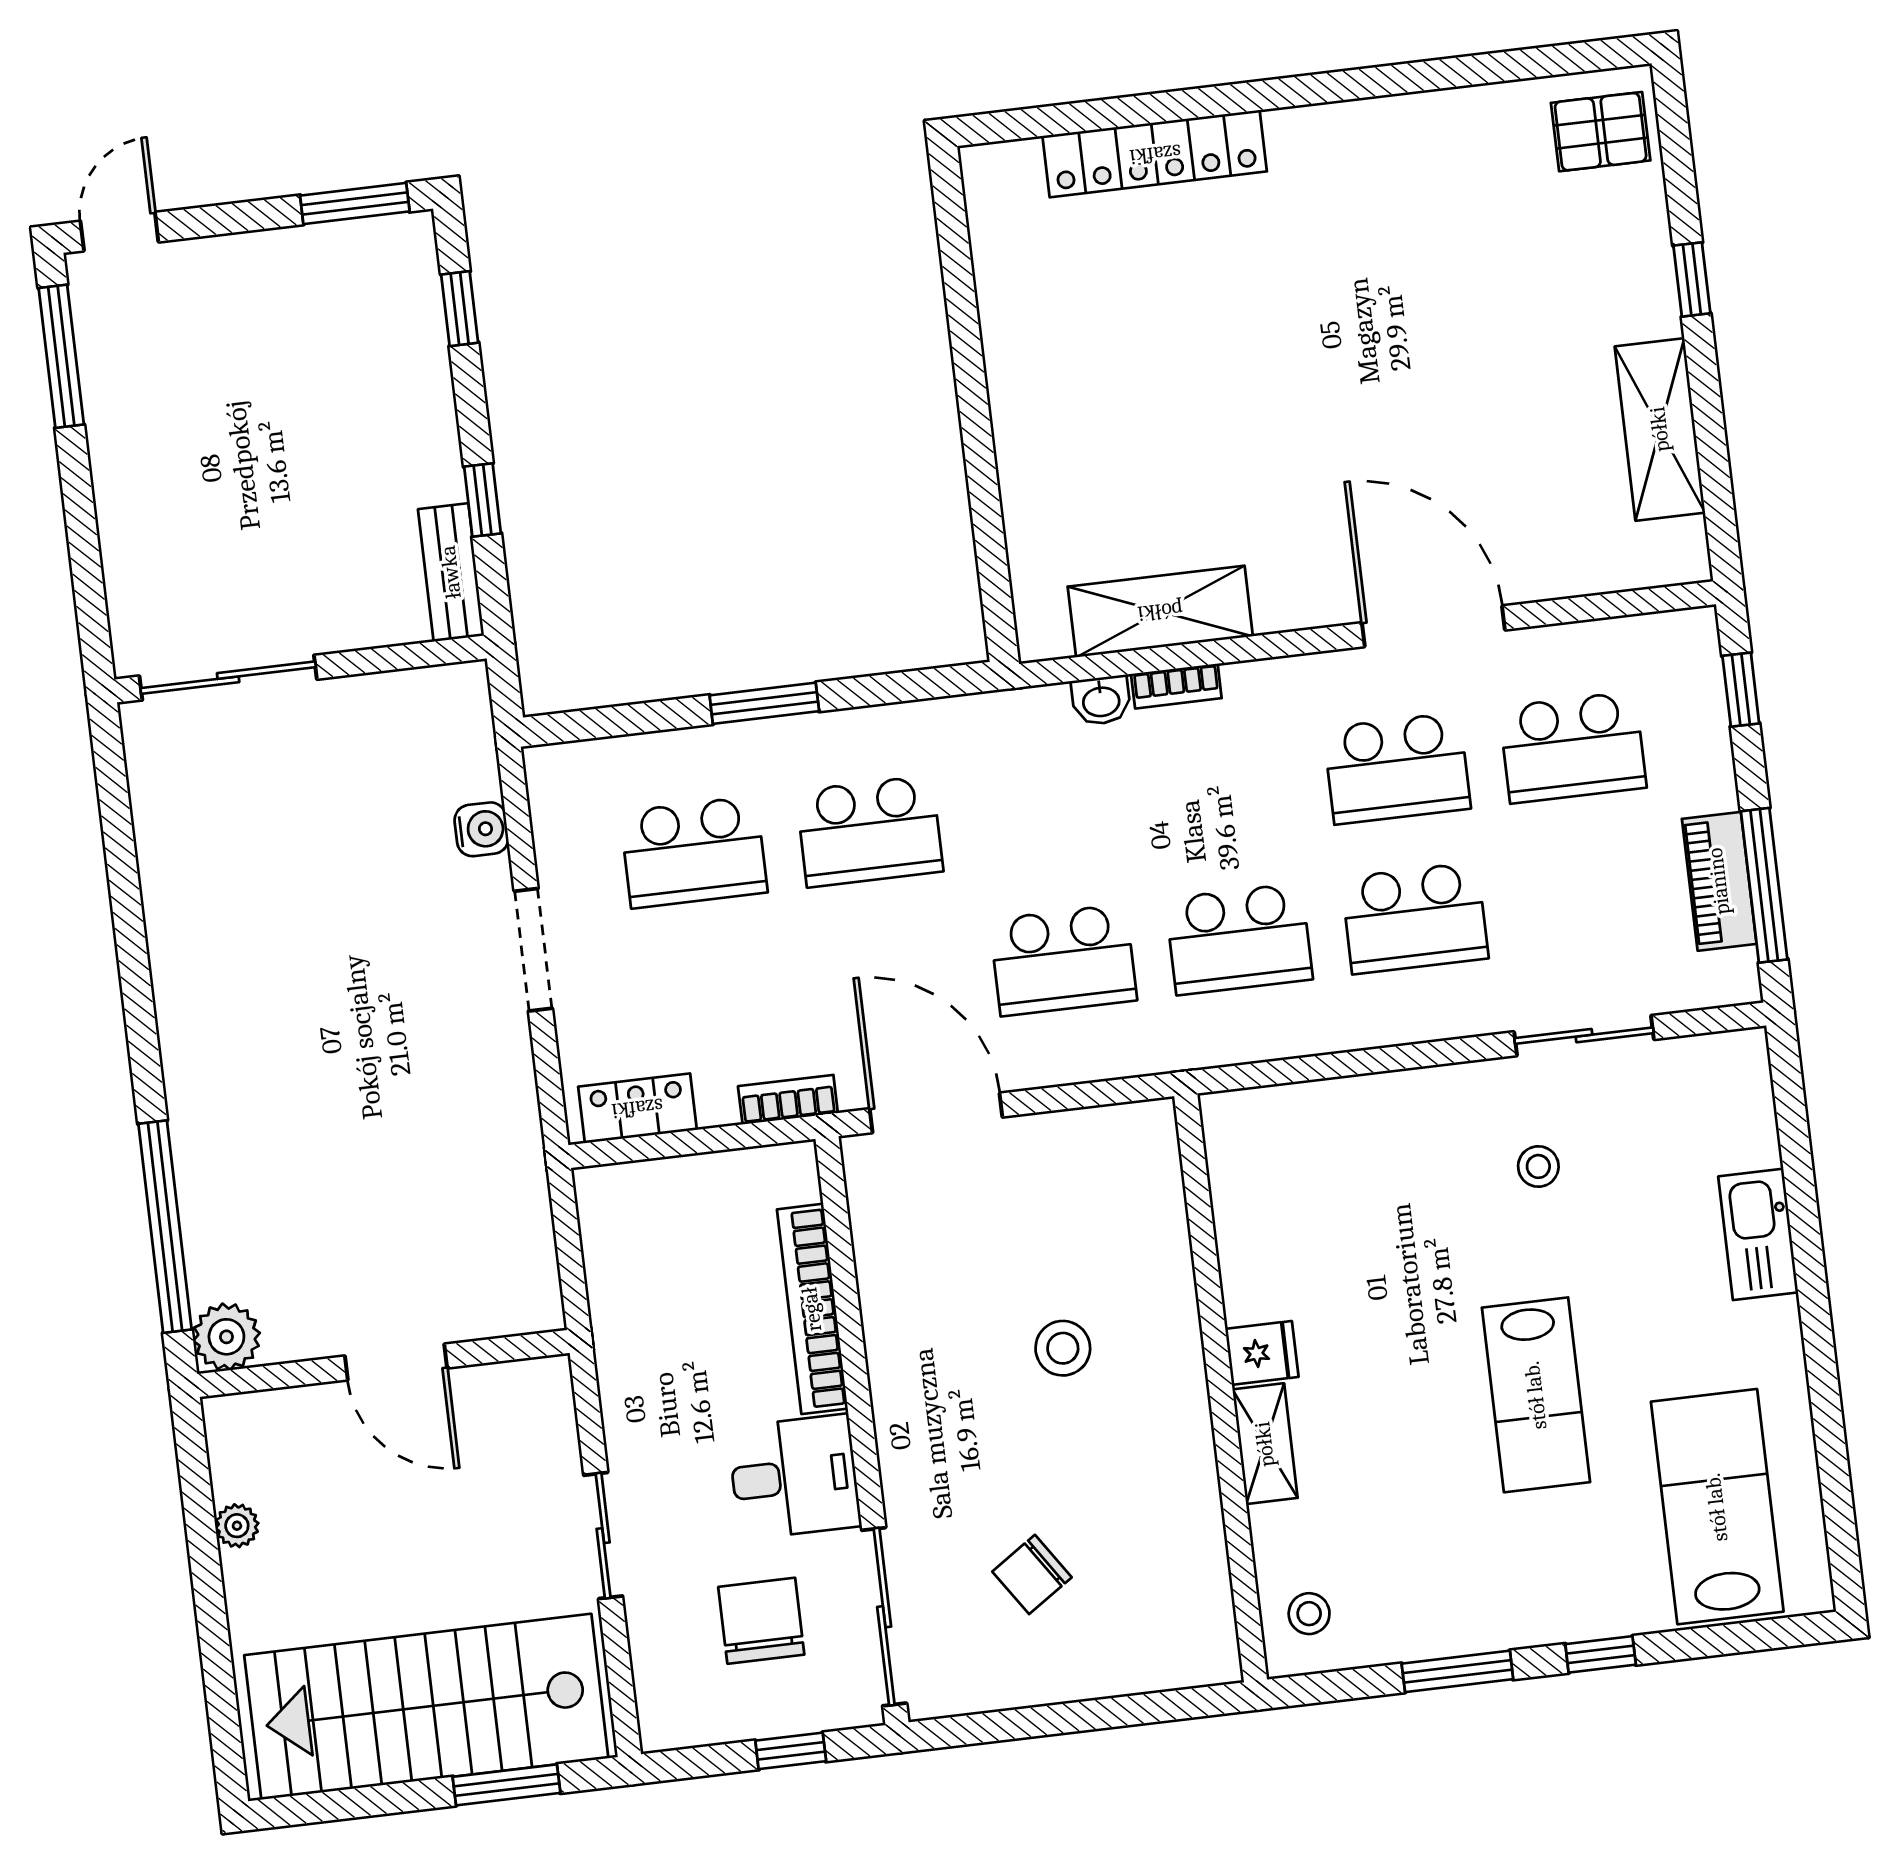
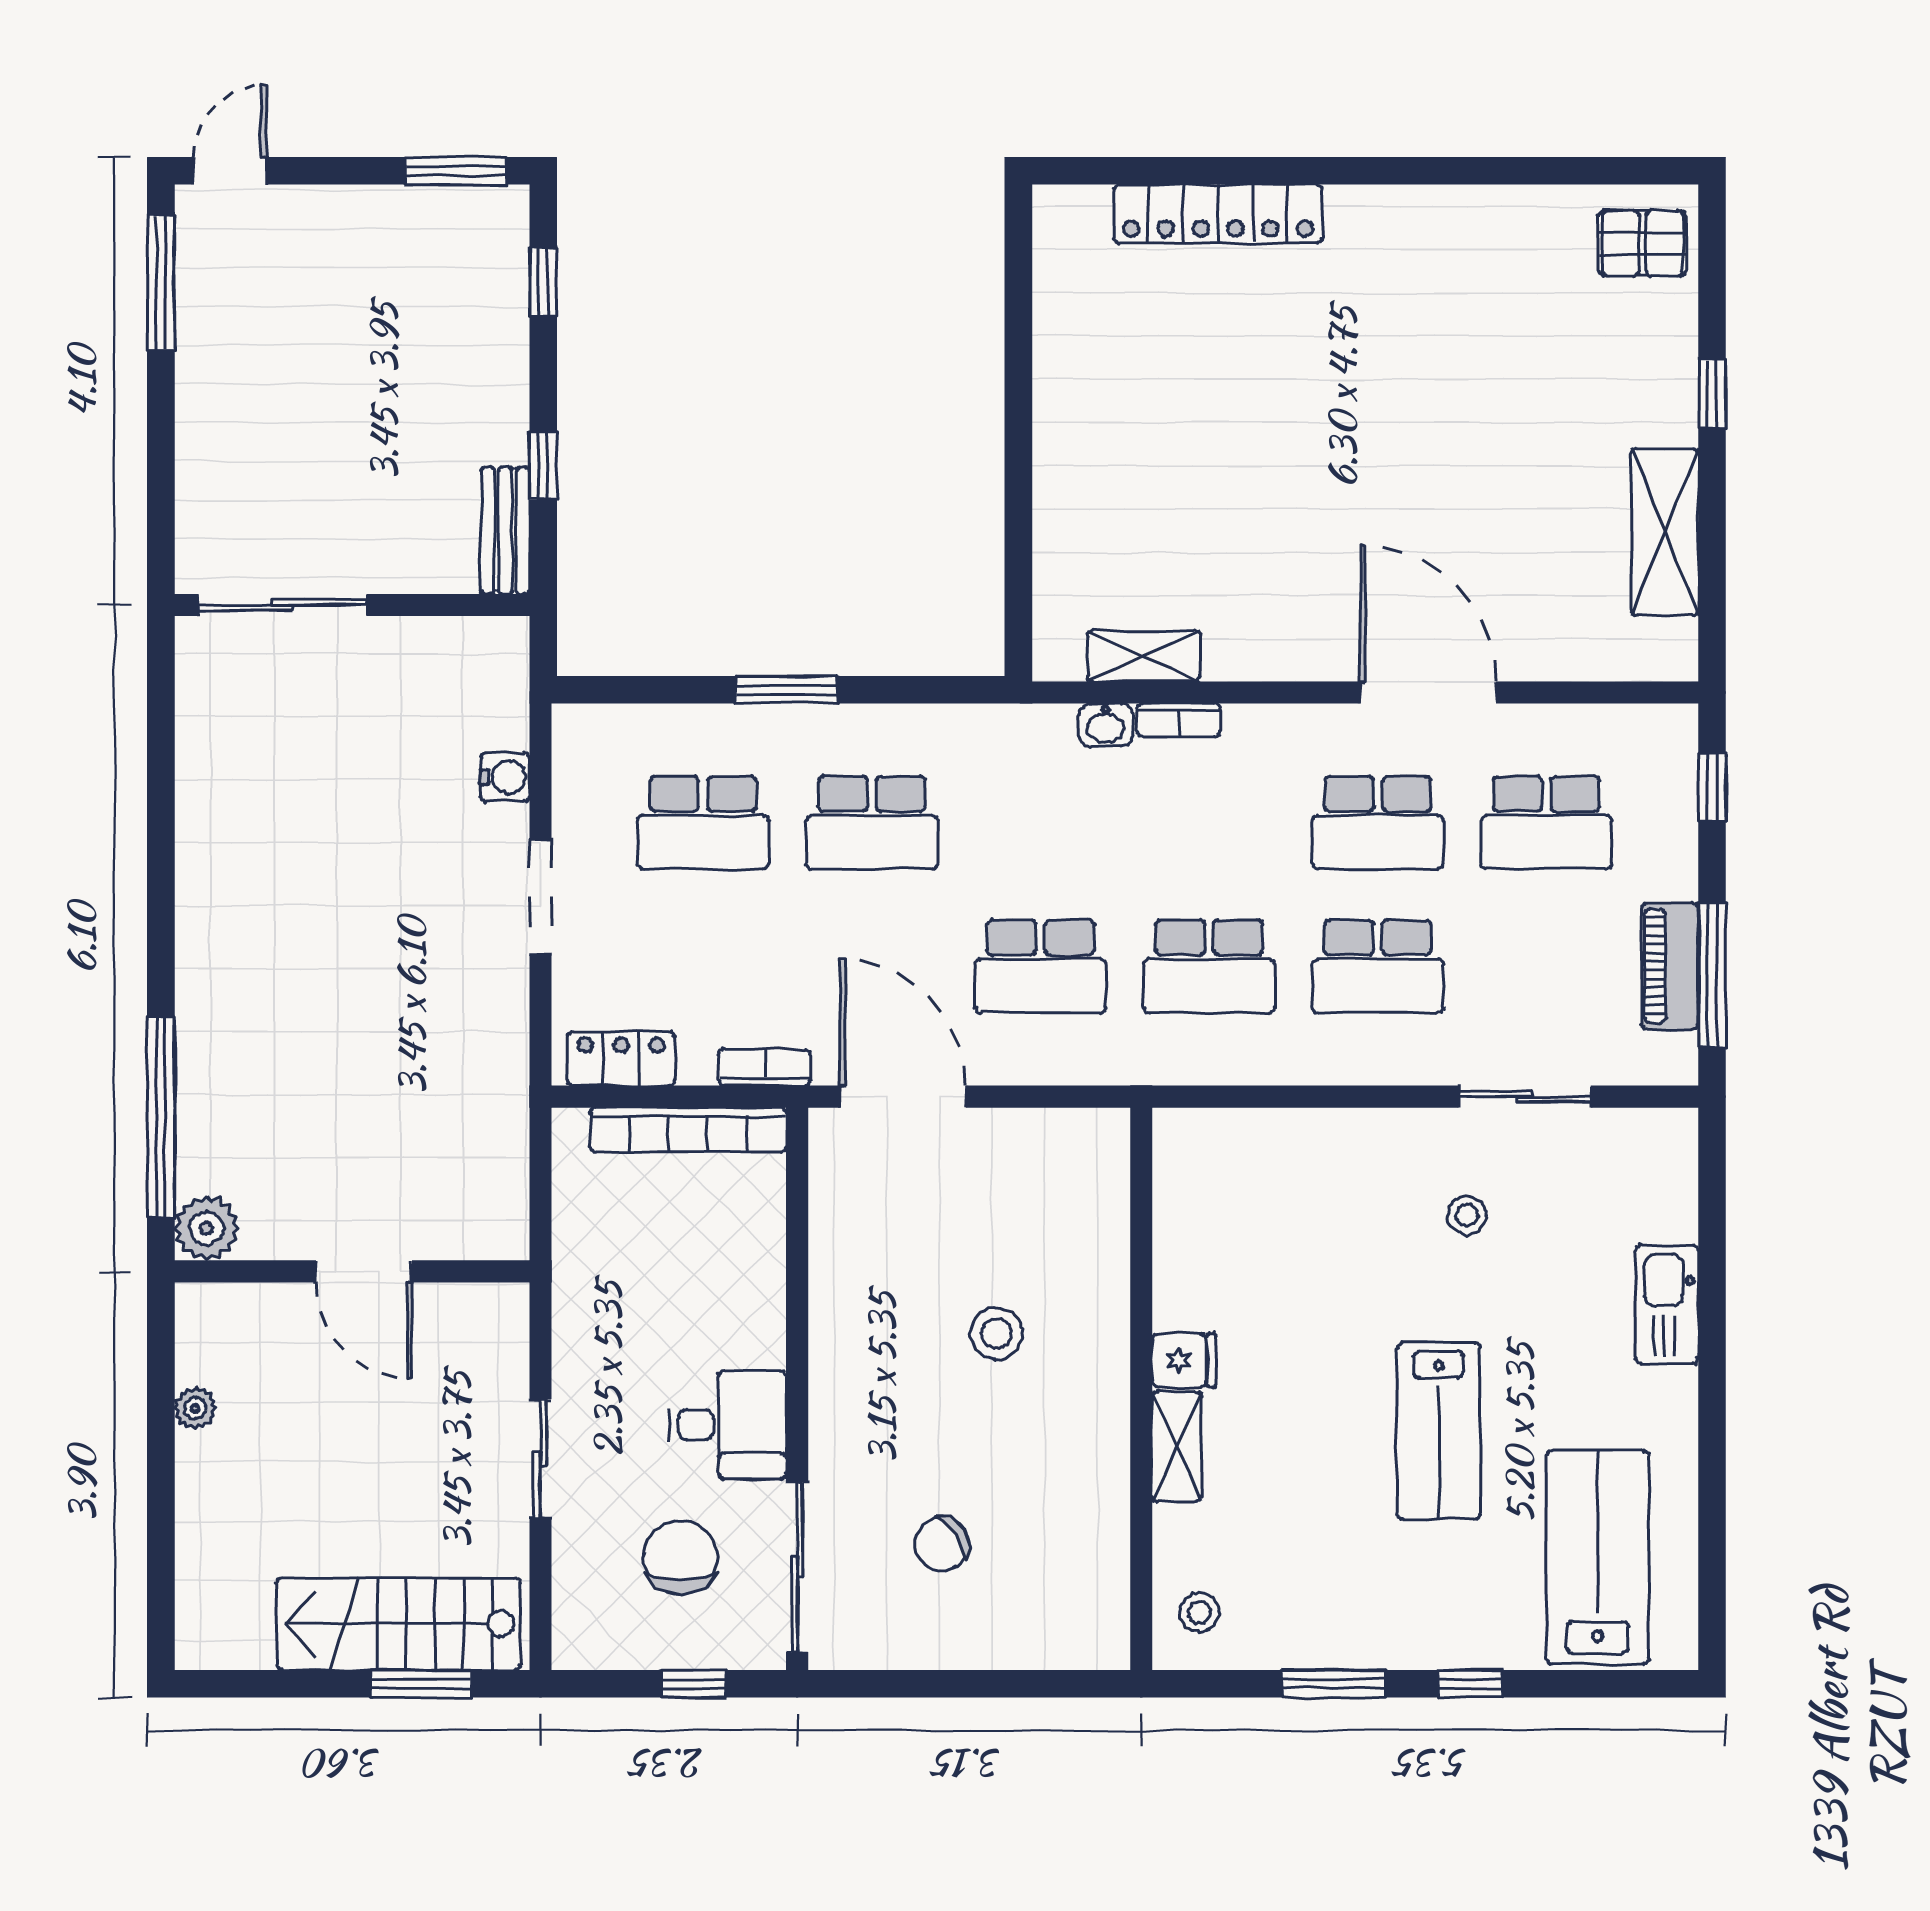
shelving: (1160, 611) -> (1143, 656), width x0.67, depth x0.75
bookcase: (812, 1309) -> (688, 1130), moved, turned -90
stairs: (426, 1707) -> (398, 1624), width x0.73, depth x0.66

